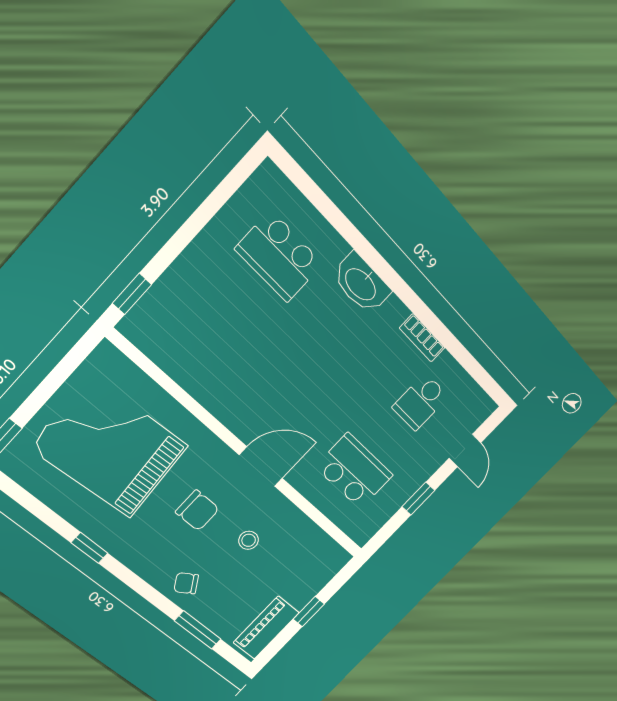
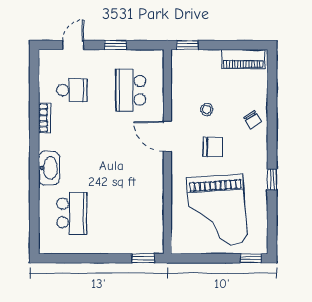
chair: (197, 510) -> (213, 147), turned 90
window: (309, 612) -> (187, 45), moved
window: (198, 630) -> (272, 93), removed

